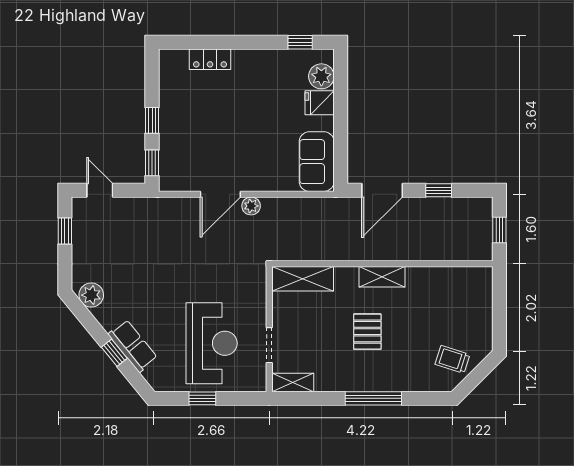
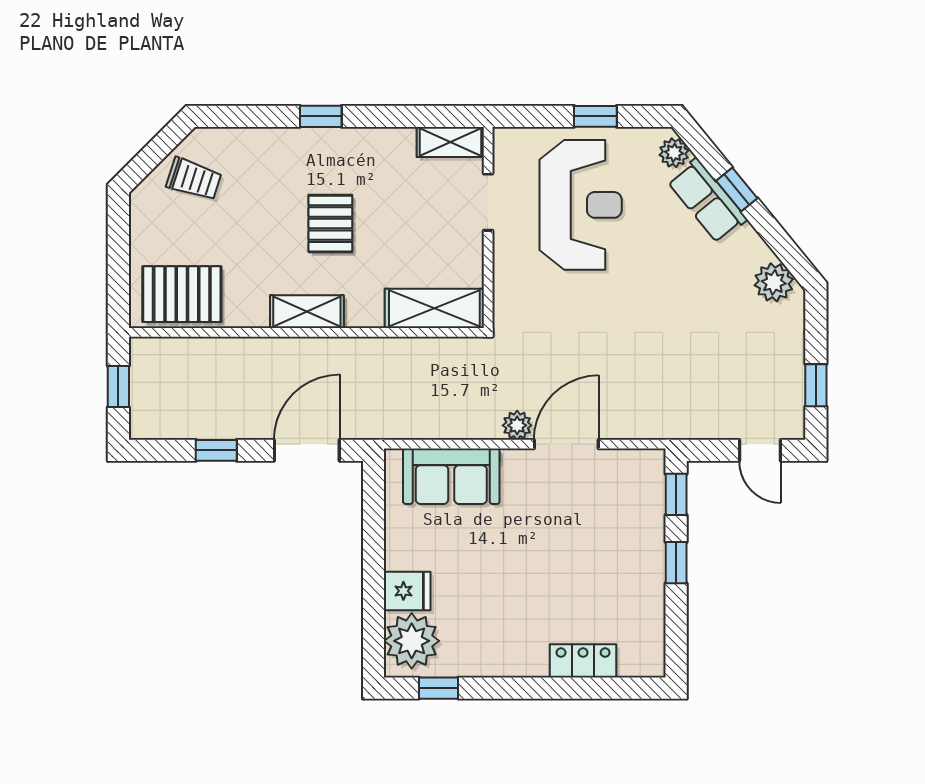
plant: (321, 76) -> (412, 641), width x1.36, depth x1.36
sofa: (317, 162) -> (451, 476), moved, turned 90
pallet: (460, 288) -> (182, 294), added
reception desk: (212, 343) -> (581, 205), turned 180
plant: (153, 376) -> (674, 153), added
window: (373, 398) -> (321, 116), width x0.46

